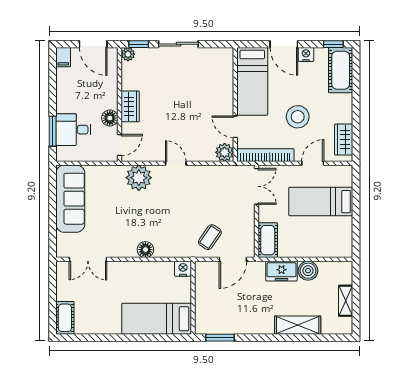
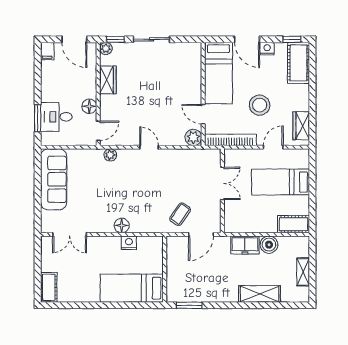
wardrobe: (130, 106) -> (108, 80), moved
plant: (139, 178) -> (110, 155), width x0.53, depth x0.53
double door: (257, 186) -> (222, 183), moved
cot: (268, 240) -> (294, 224), moved, turned 90
nightstand: (183, 269) -> (129, 243), moved

